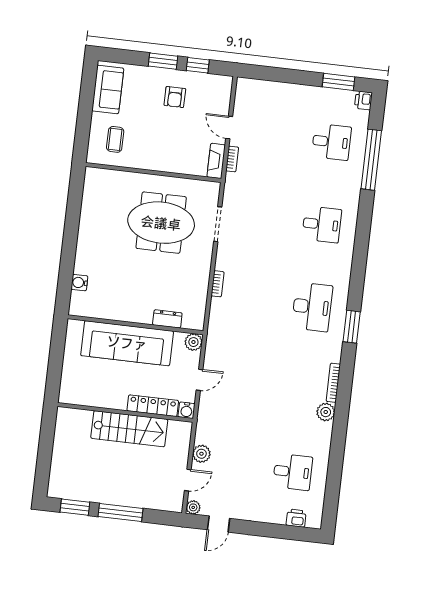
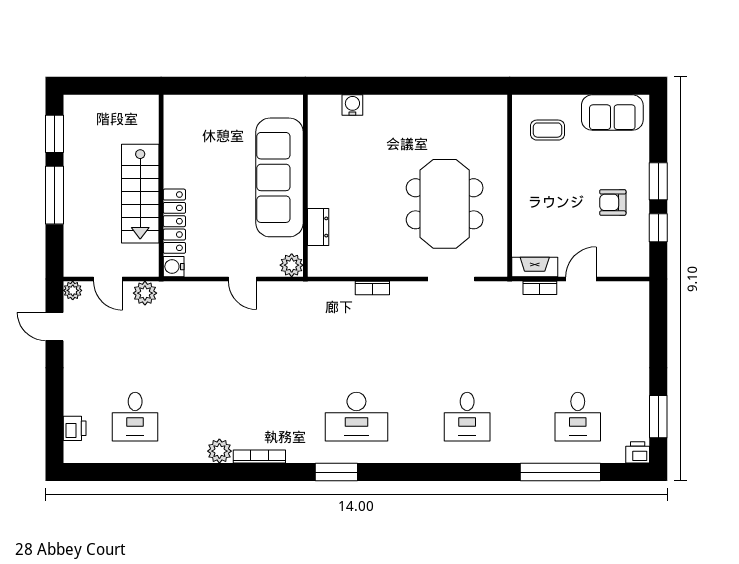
locker: (153, 406) -> (174, 221), moved
water cooler: (186, 410) -> (174, 267), moved
wall: (125, 412) -> (161, 186), moved
stairs: (129, 429) -> (140, 194), moved

